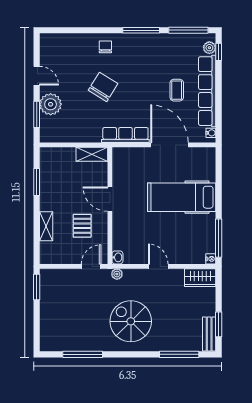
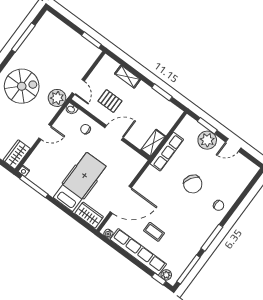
row of seats: (125, 135) -> (167, 152), moved
wardrobe: (207, 165) -> (89, 215), added
chair: (127, 229) -> (86, 129), added
plant: (117, 274) -> (57, 98), width x1.88, depth x1.88

